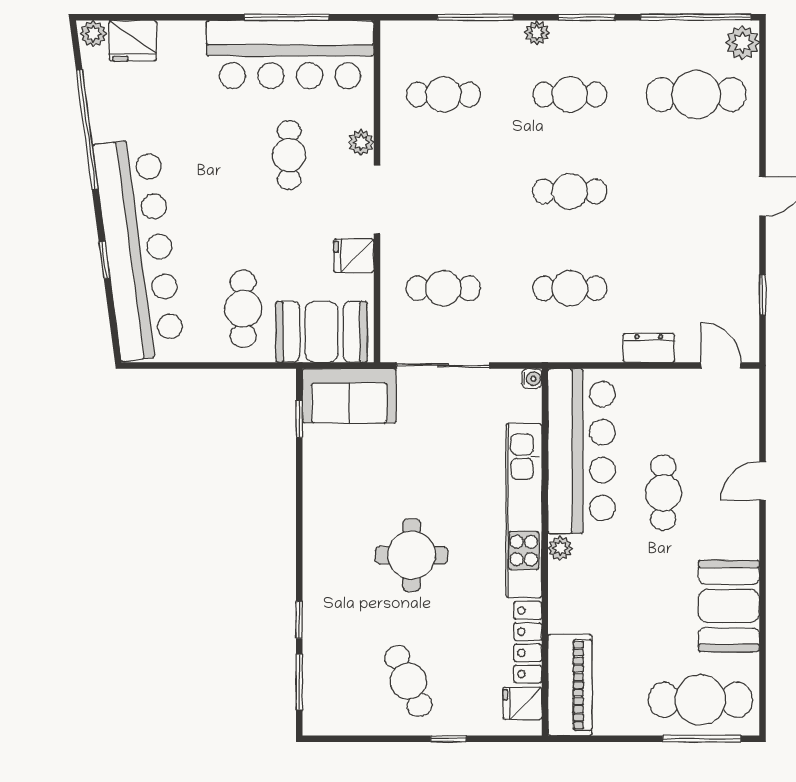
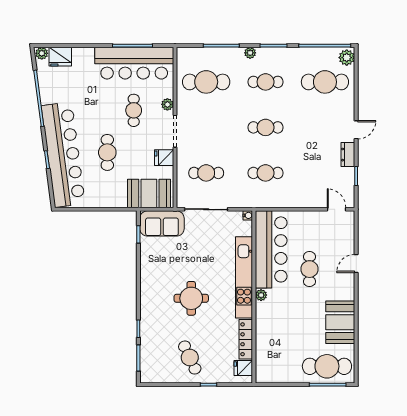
cafe table: (443, 95) -> (206, 82), width x1.37, depth x1.35
cafe table: (243, 309) -> (107, 152), moved
dresser: (649, 348) -> (348, 155), moved, turned -90
piano: (570, 685) -> (266, 359), removed

